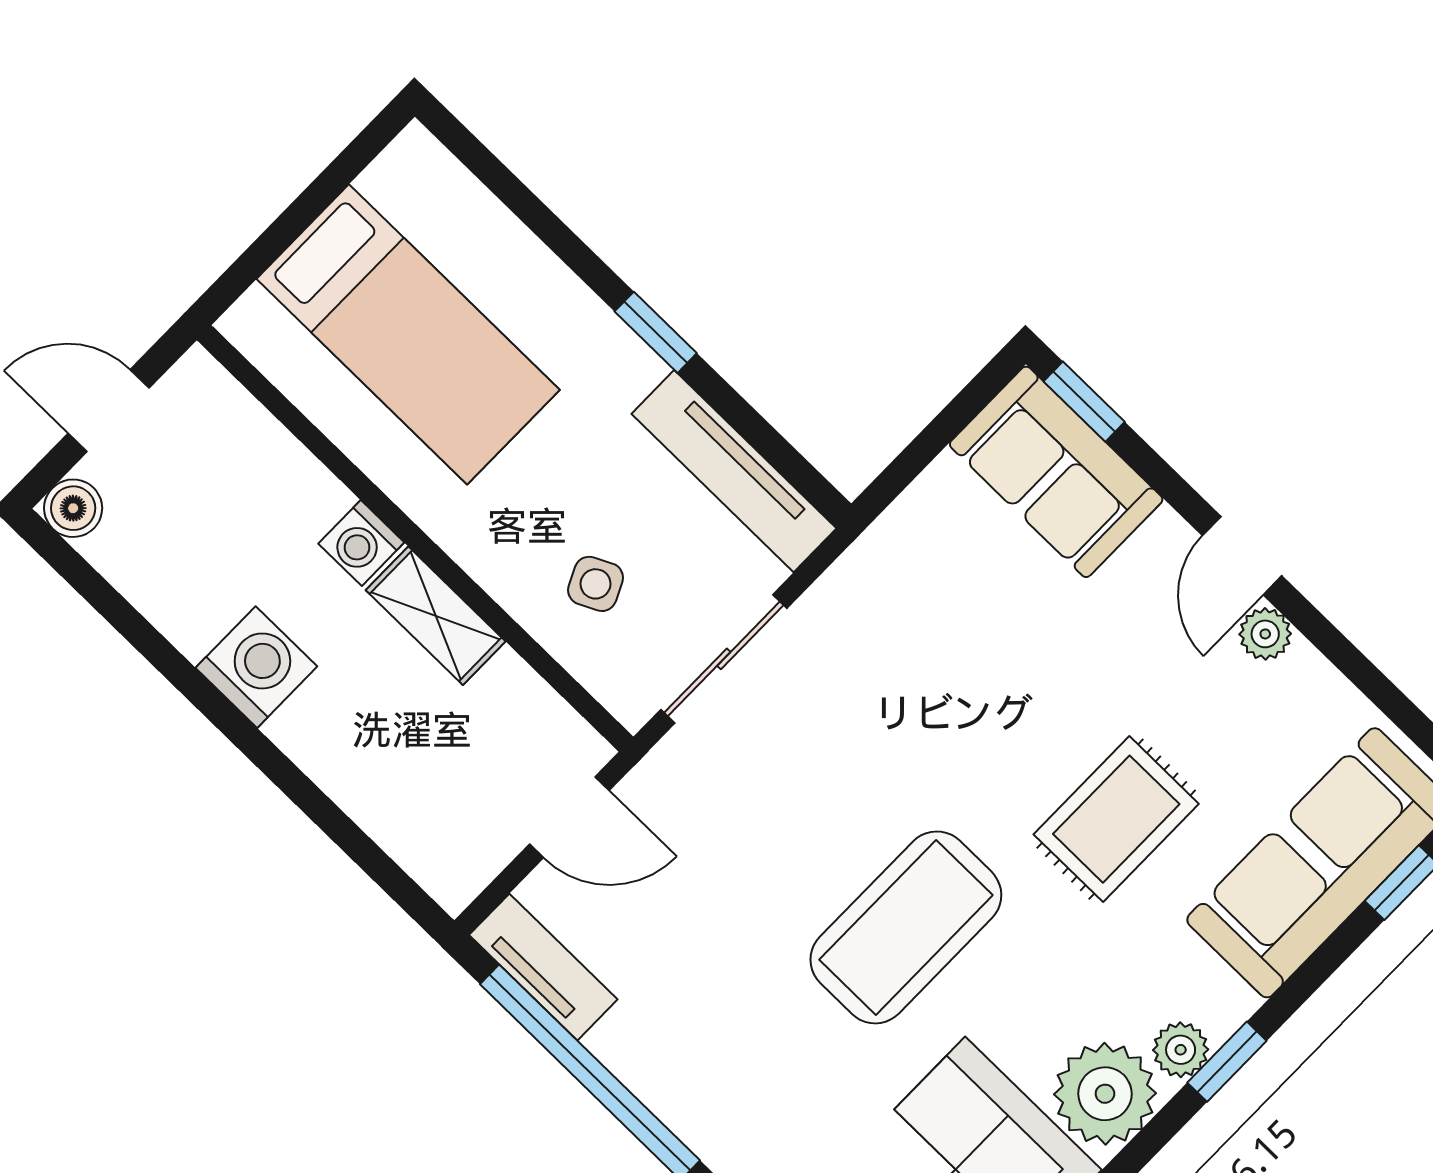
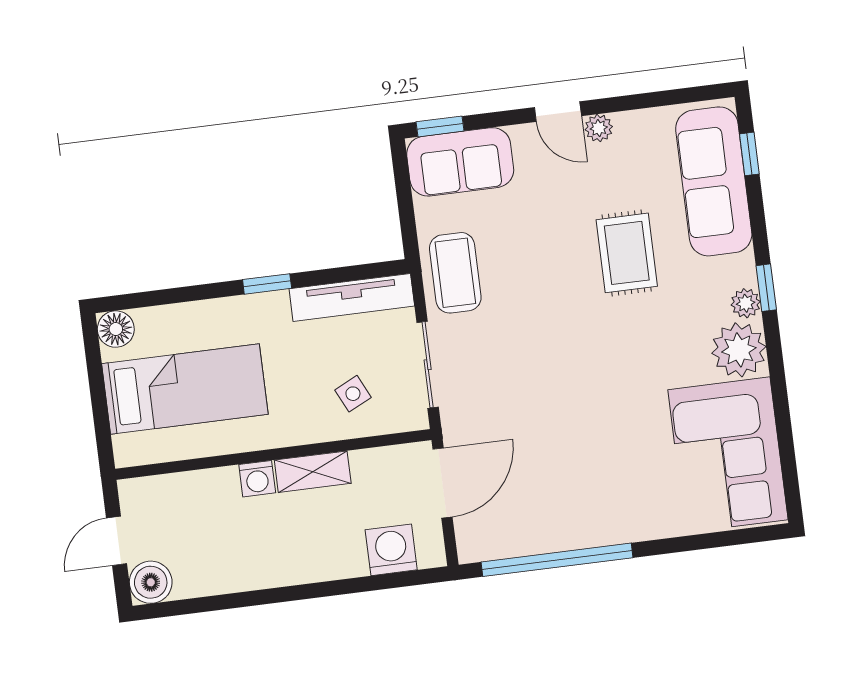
floor lamp: (415, 165) -> (116, 329), added
boiler: (73, 508) -> (151, 582), width x1.36, depth x1.36
washing machine: (256, 667) -> (391, 550), moved
door: (569, 817) -> (443, 483), width x1.38
coffee table: (906, 927) -> (455, 273), moved, width x0.73, depth x0.76
tv unit: (543, 967) -> (497, 544), removed

